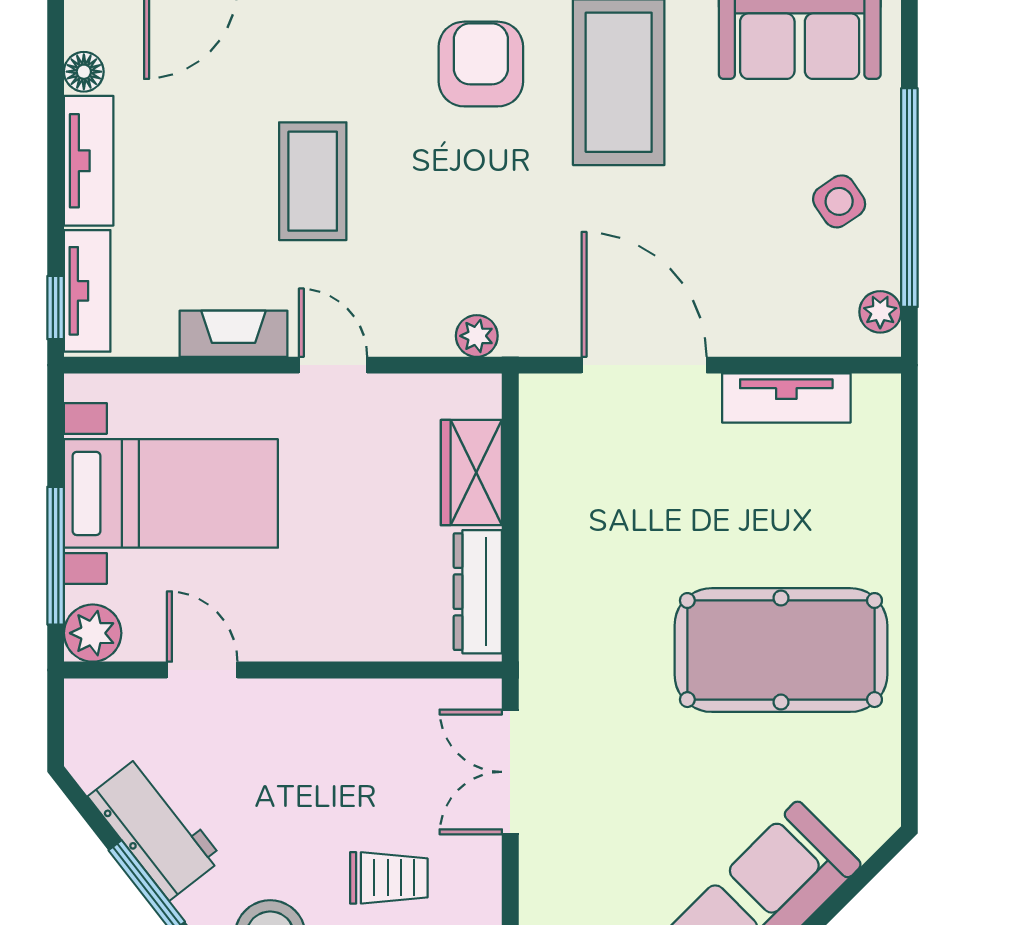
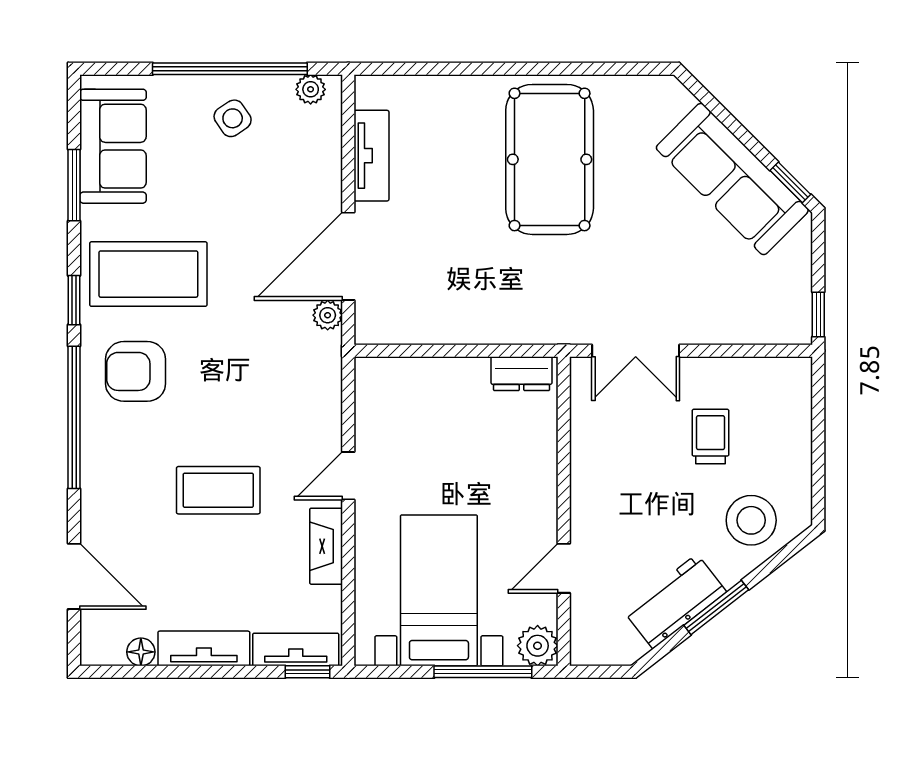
plant: (477, 336) -> (328, 315), moved
wardrobe: (471, 473) -> (424, 378), removed
dresser: (478, 592) -> (522, 374), width x0.70

